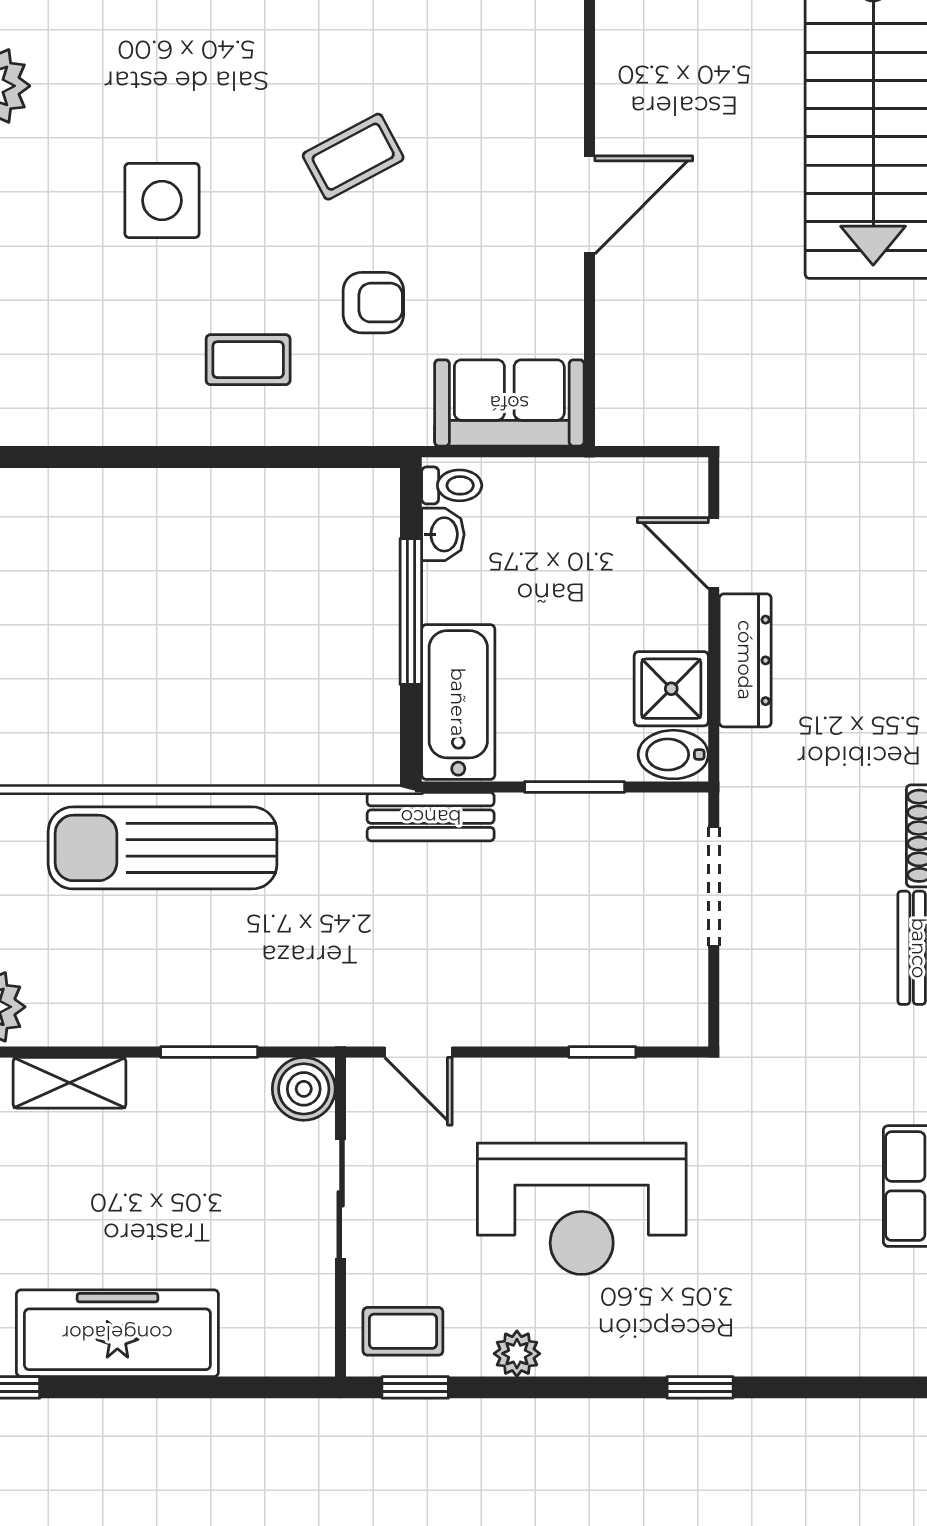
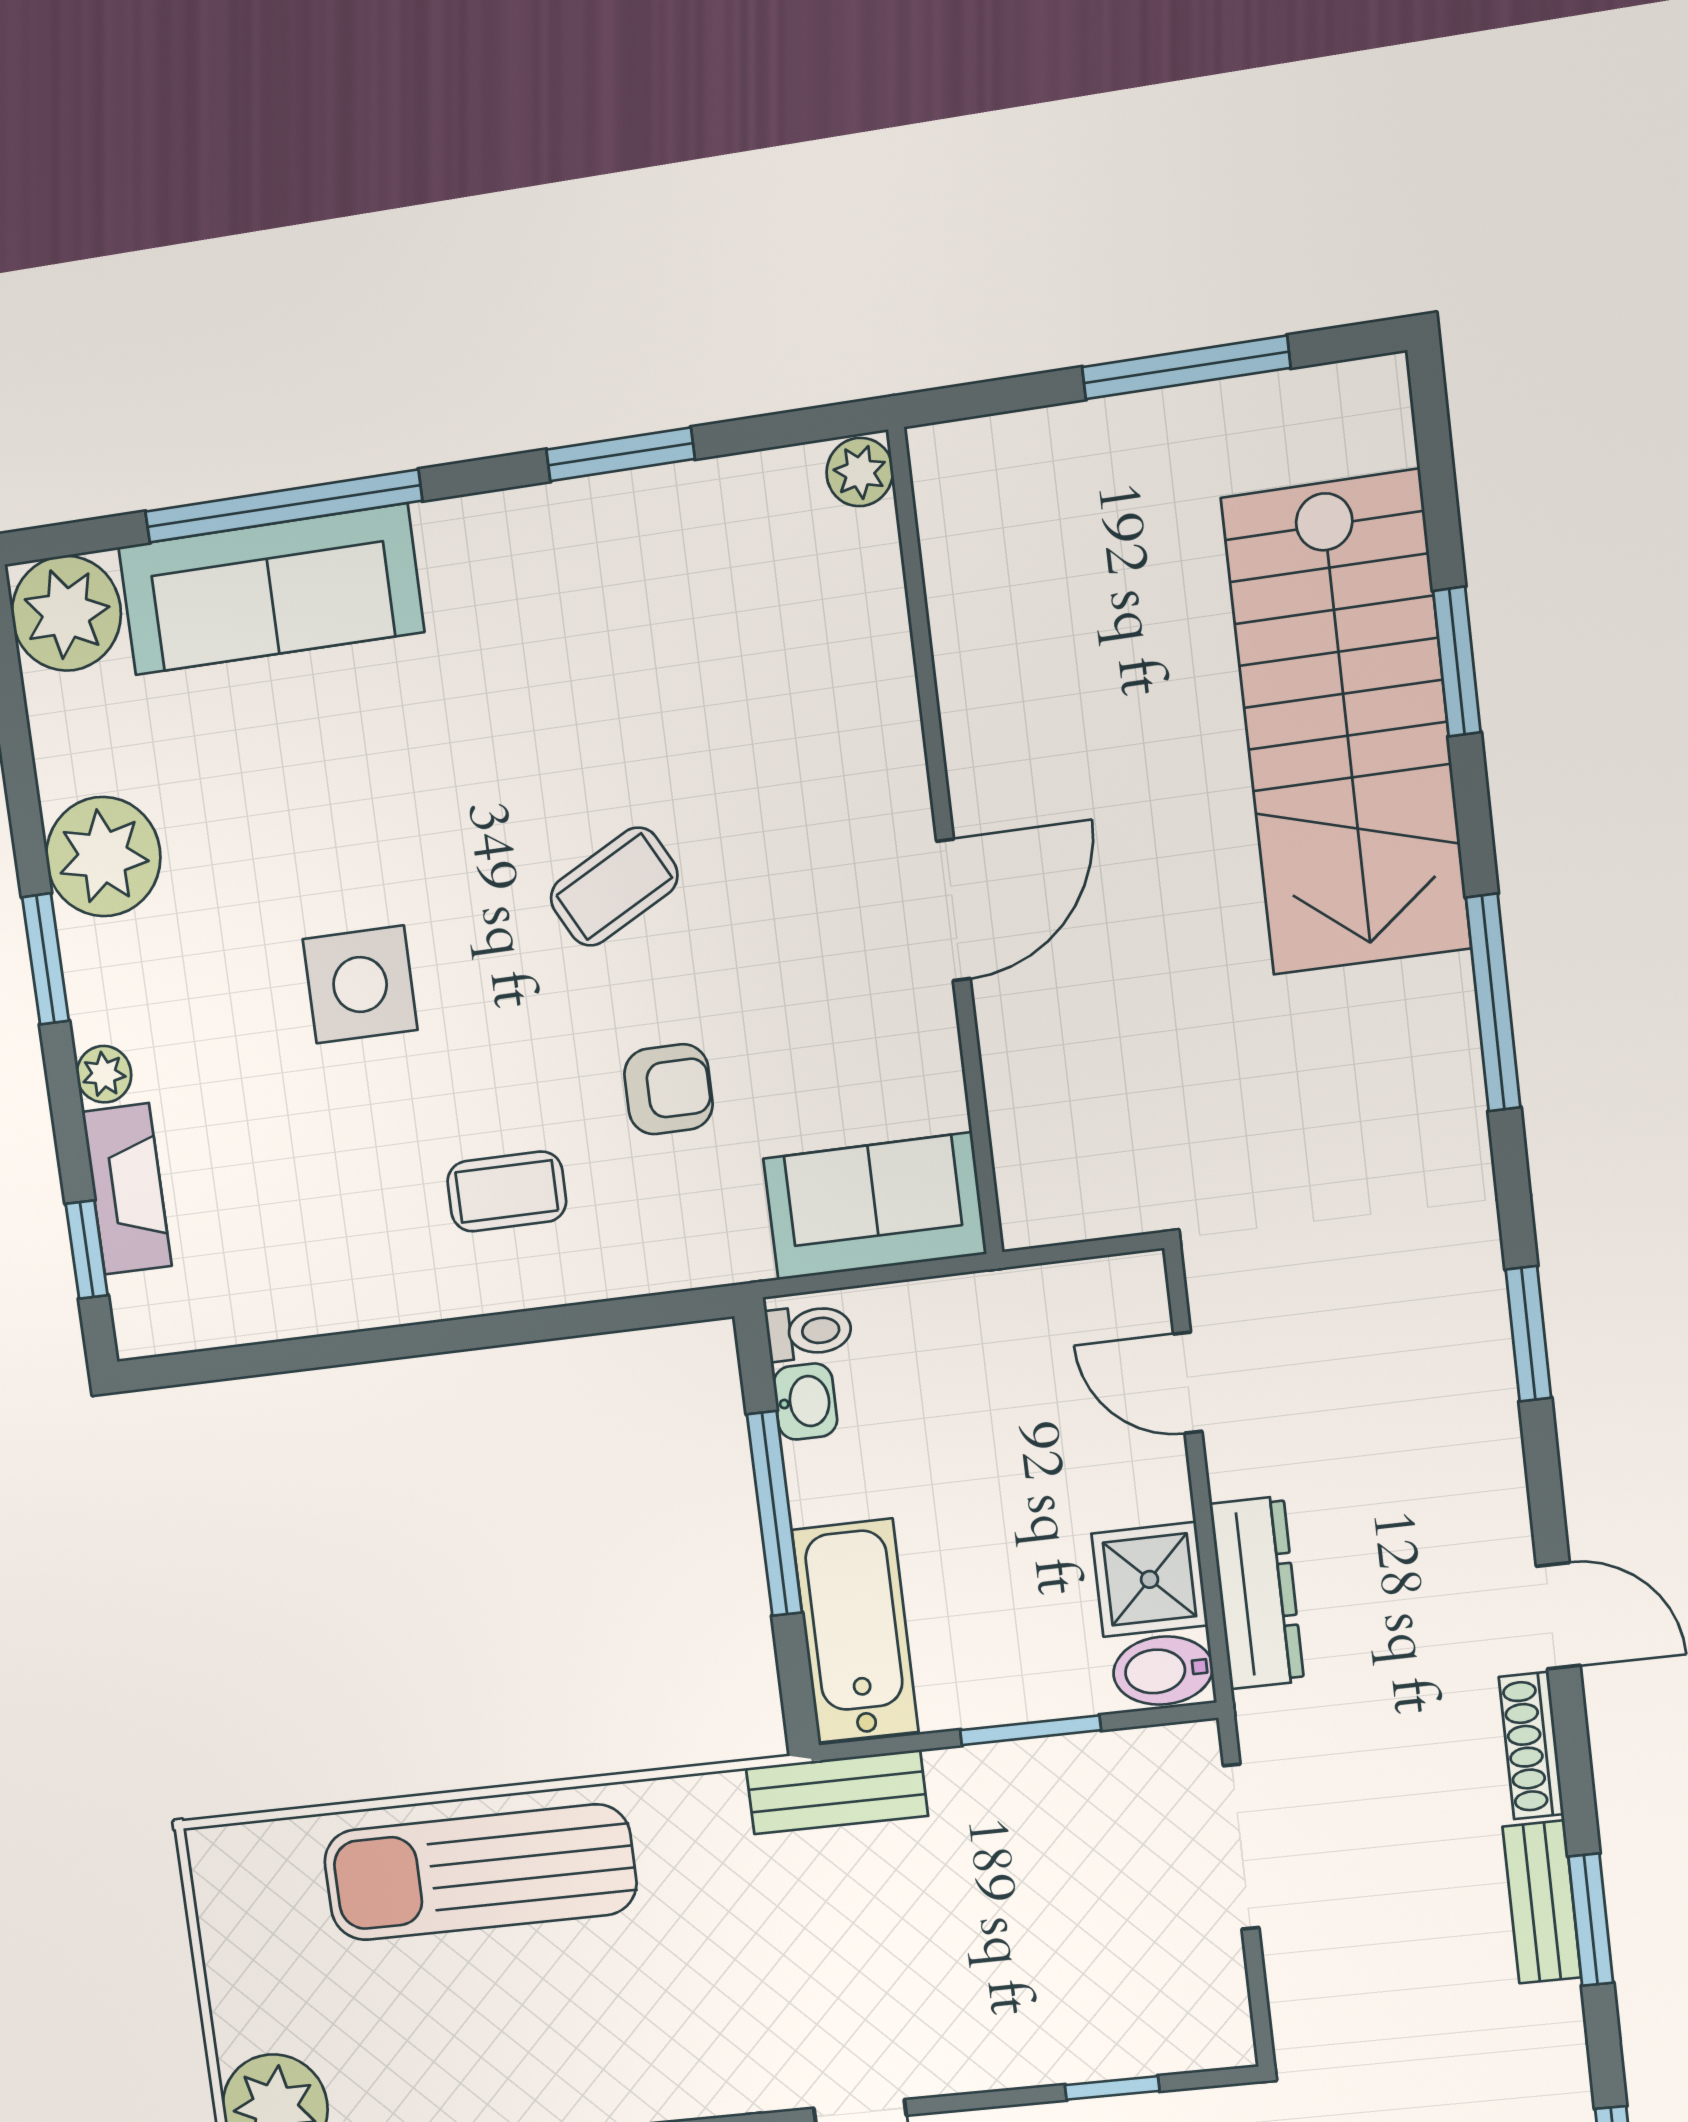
dresser: (745, 660) -> (1257, 1593), moved

